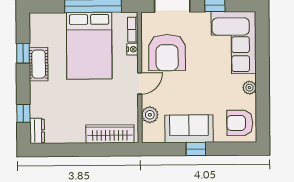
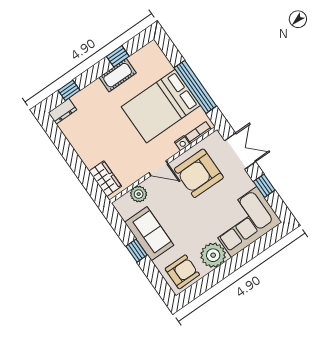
plant: (249, 88) -> (213, 255), width x1.88, depth x1.88
armchair: (240, 123) -> (182, 272), turned 90
wardrobe: (110, 134) -> (105, 179), width x0.67

